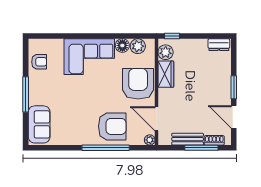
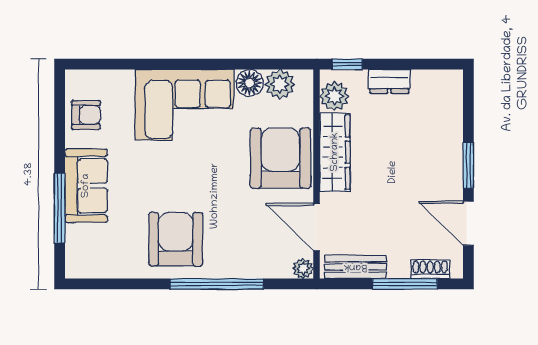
dresser: (219, 45) -> (389, 81), moved
wardrobe: (166, 74) -> (335, 152), width x1.50
window: (26, 94) -> (60, 208), moved
sofa: (39, 124) -> (86, 186), moved
armchair: (112, 126) -> (176, 239), moved, turned -90
bench: (188, 139) -> (355, 267), moved

